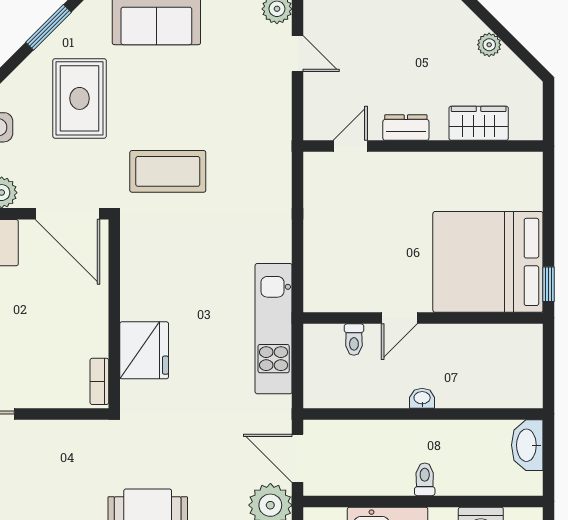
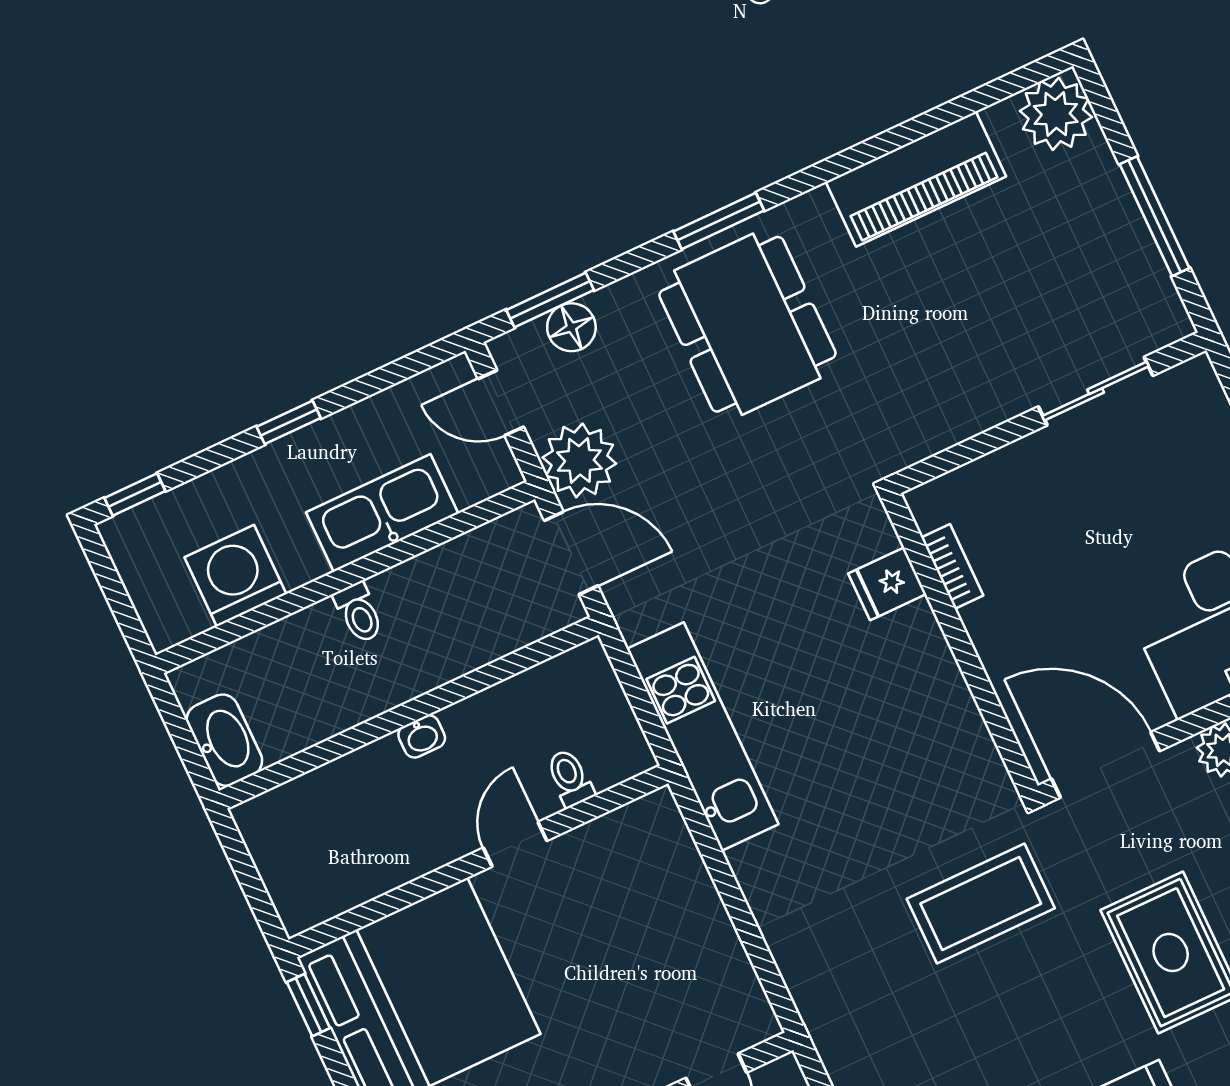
fridge: (144, 350) -> (887, 584), width x0.53, depth x0.75
bookcase: (99, 381) -> (952, 567), moved

